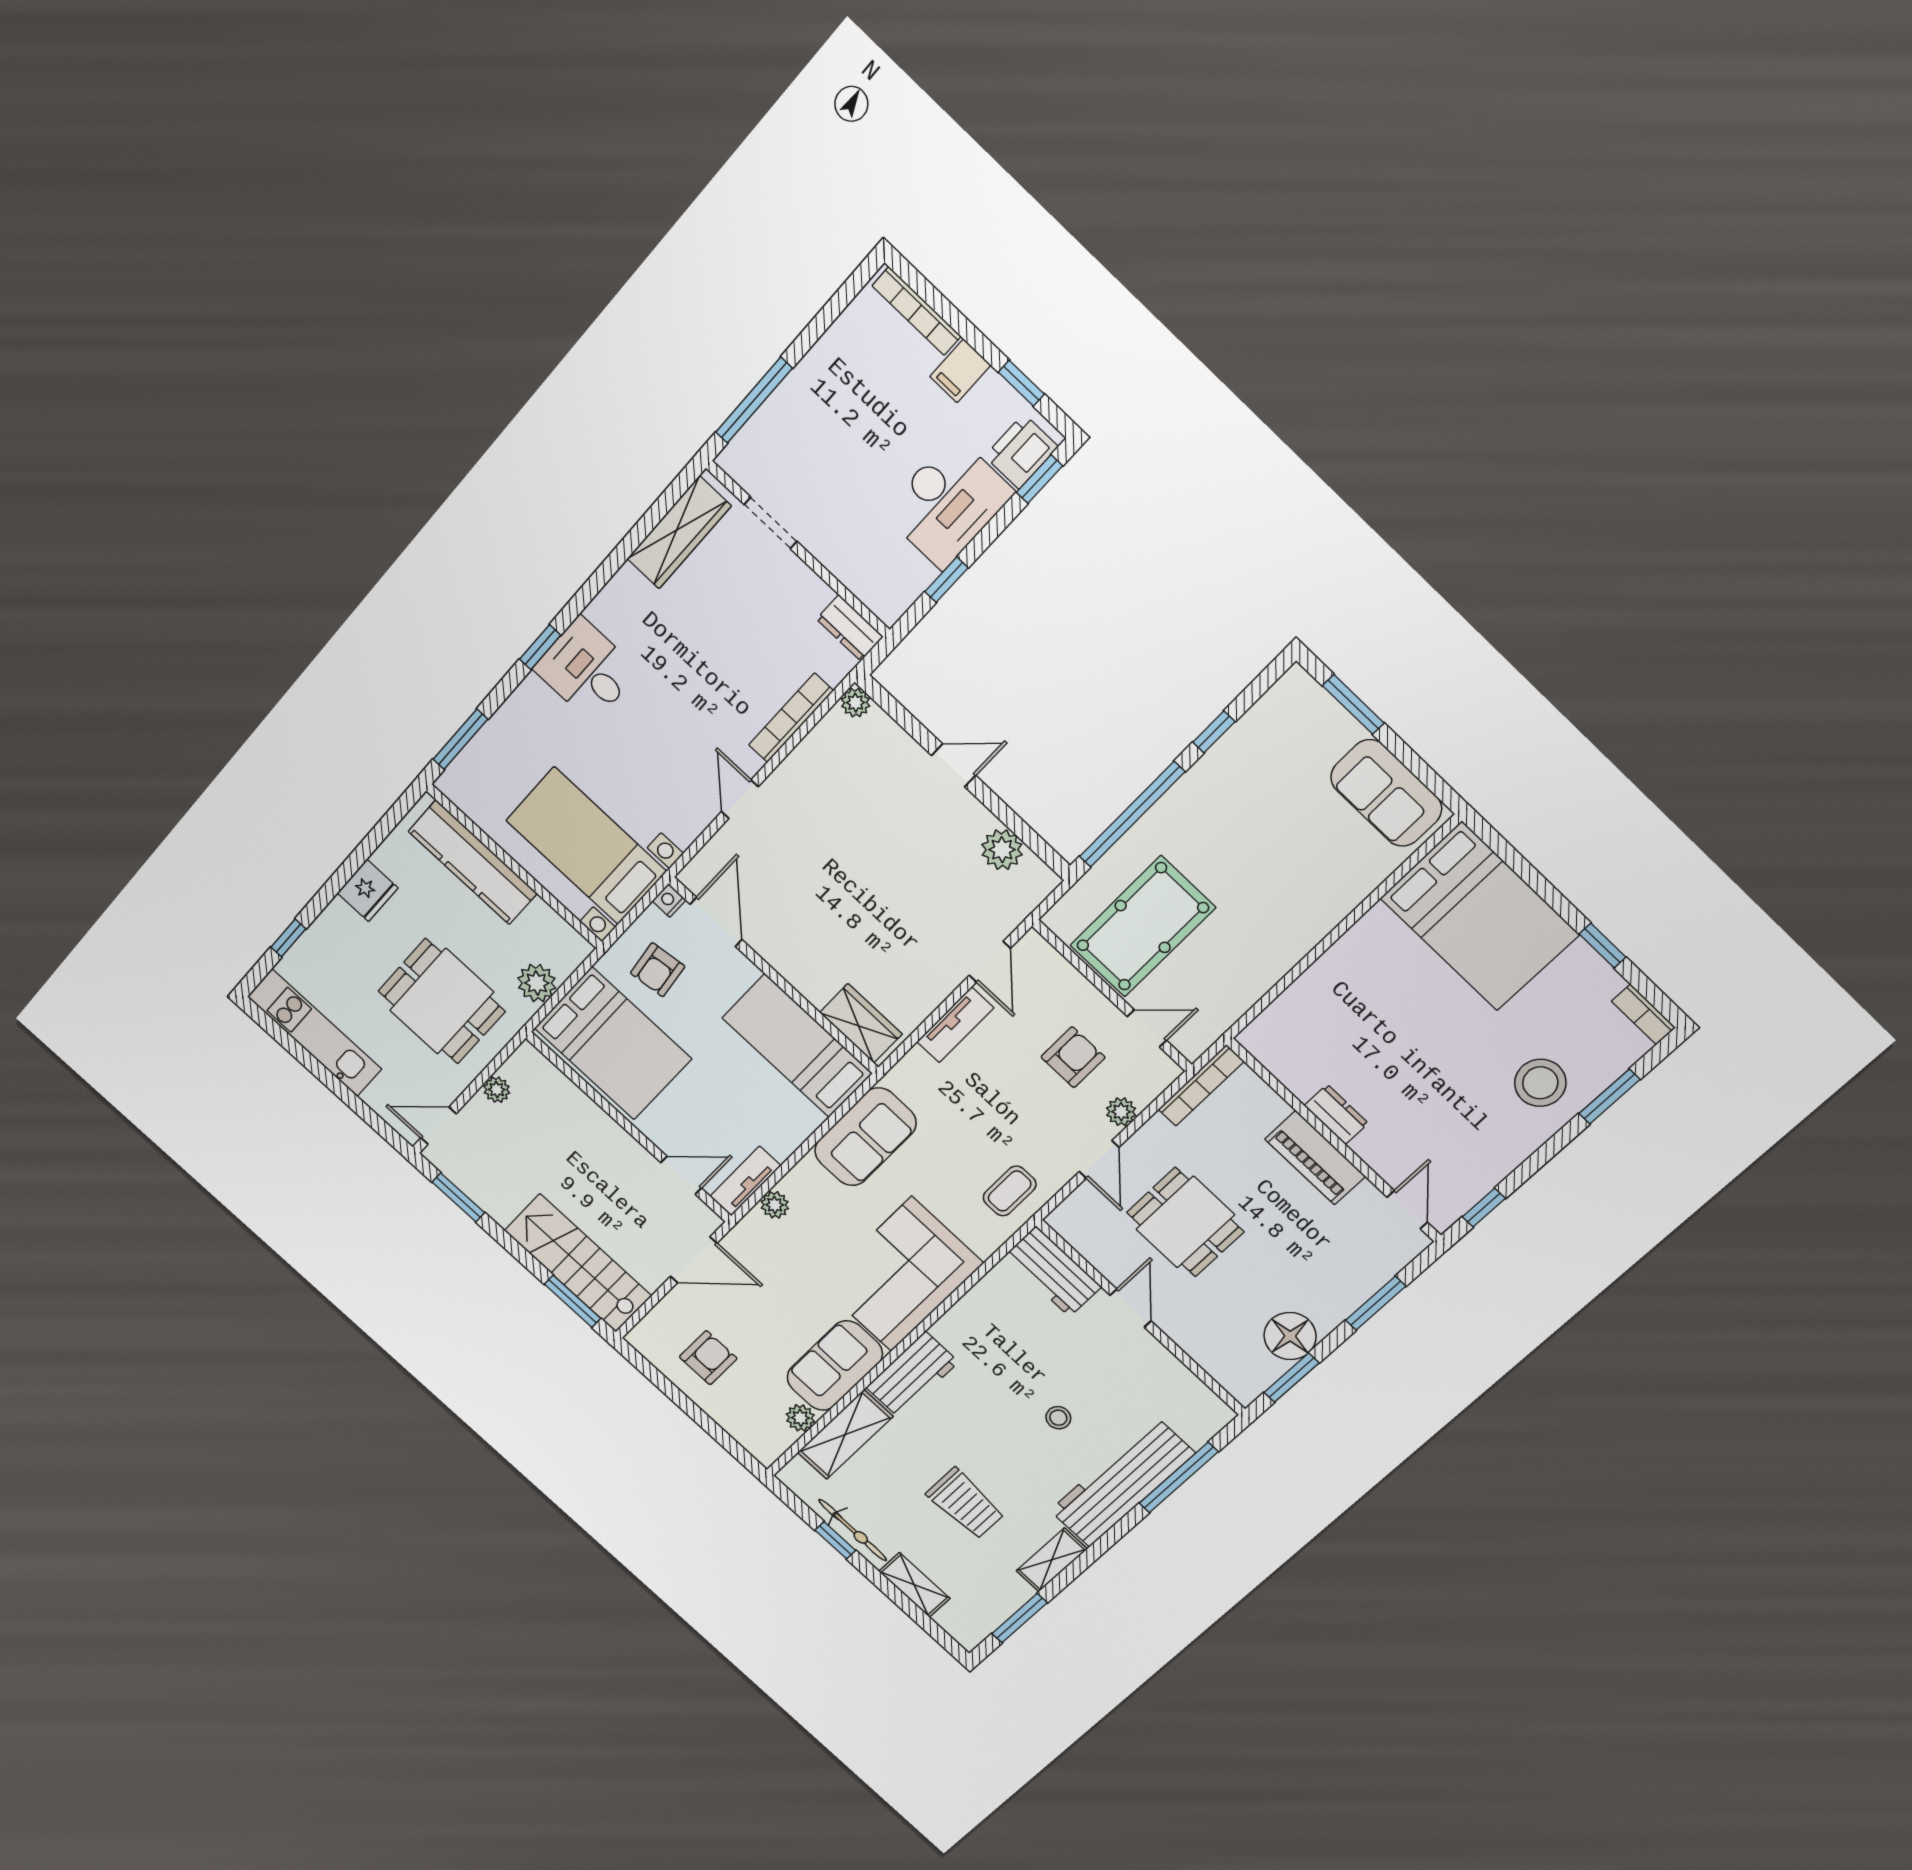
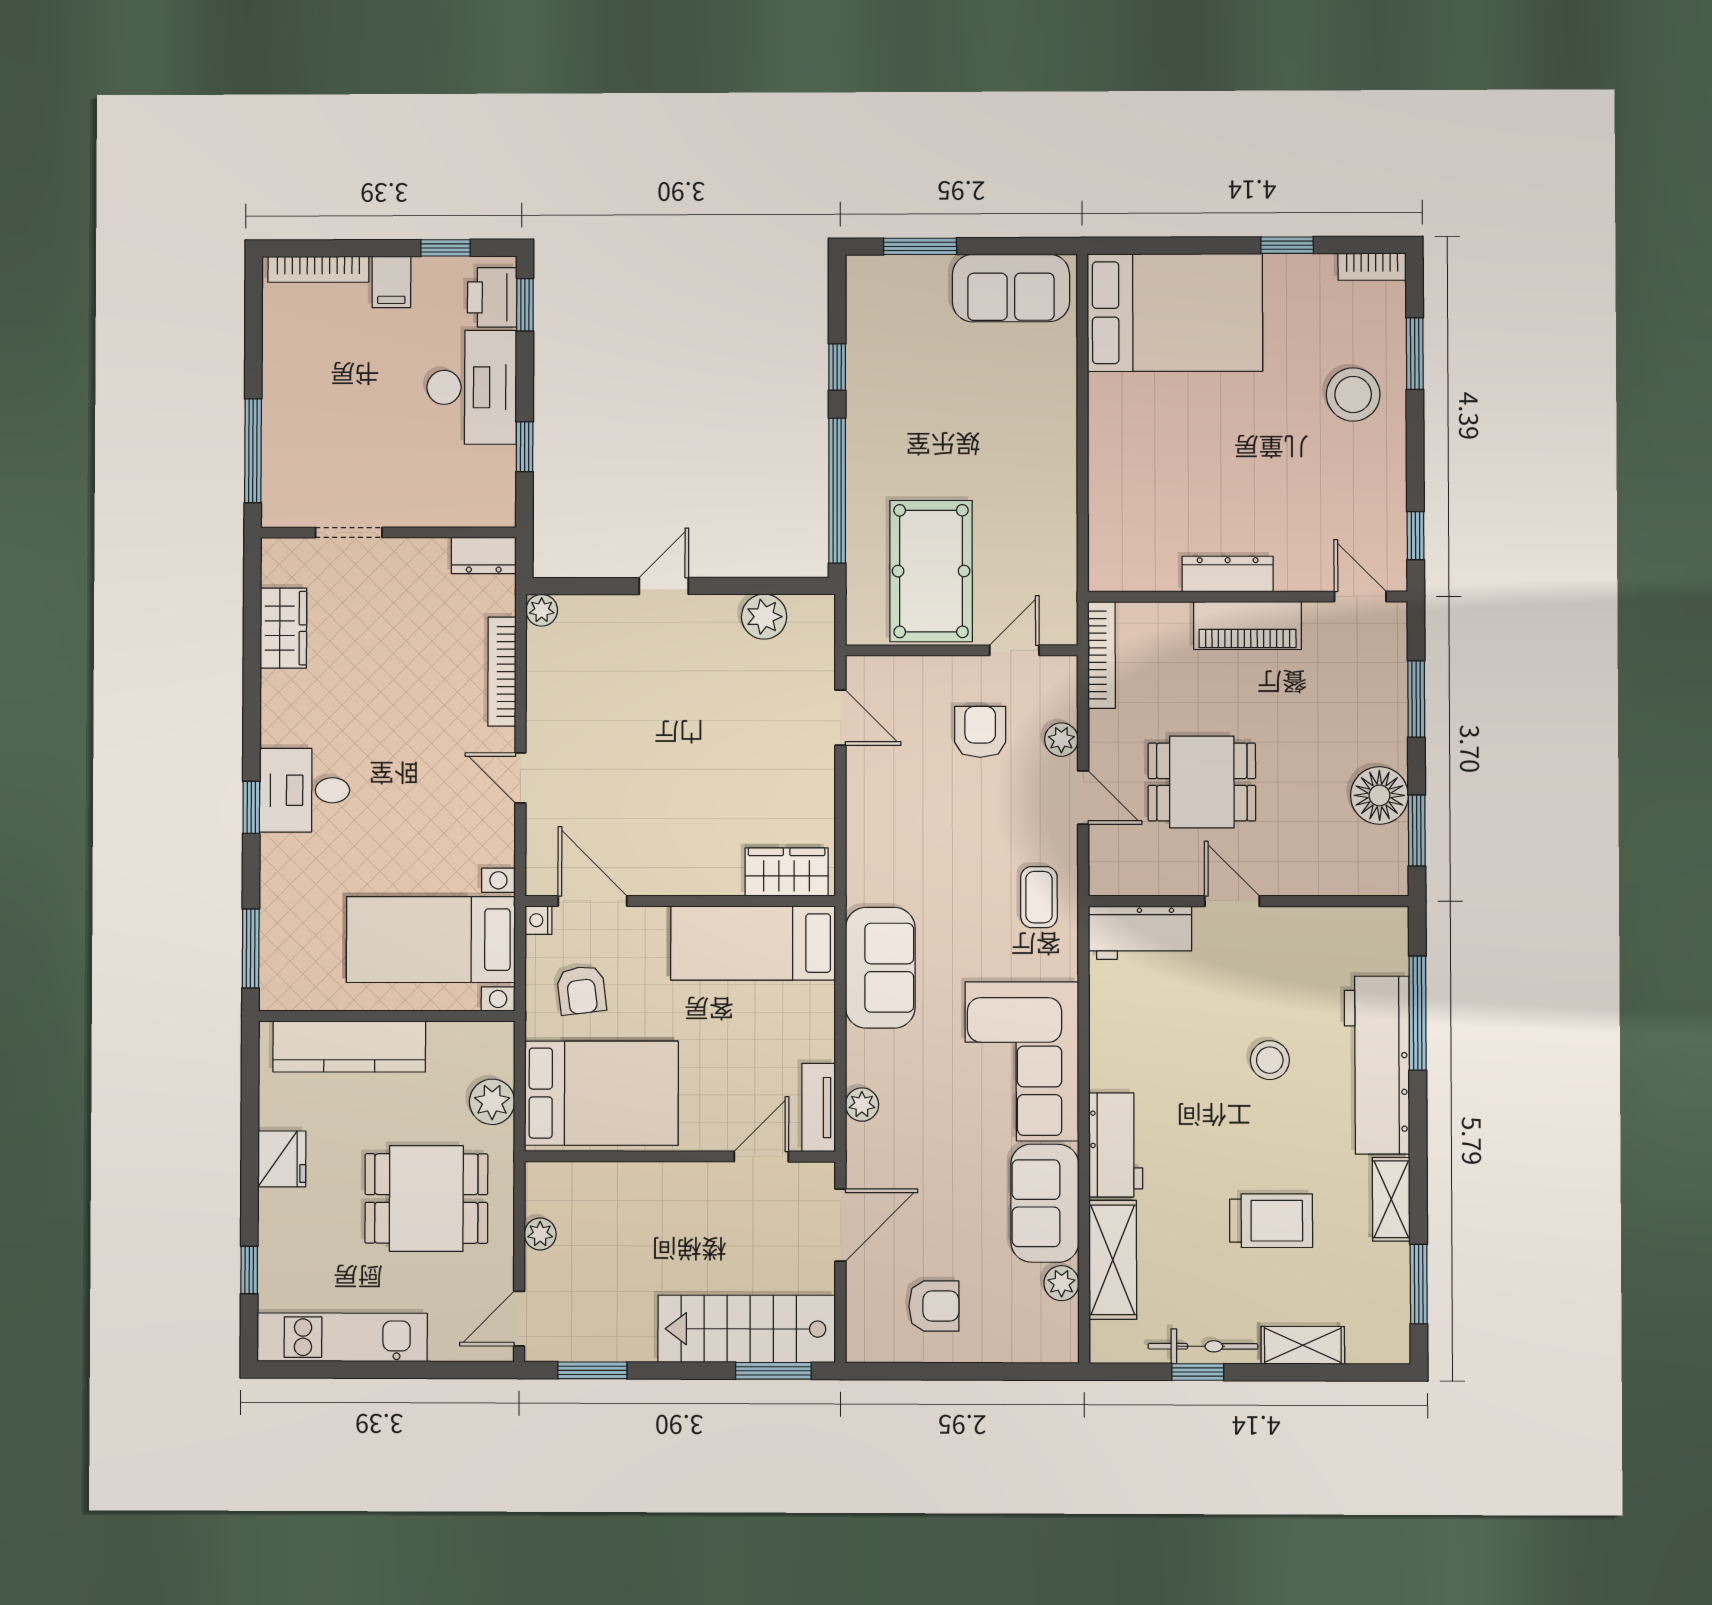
wardrobe: (679, 533) -> (283, 628), width x0.67
tv unit: (955, 1025) -> (863, 798), removed
dresser: (1336, 1114) -> (1228, 574), width x1.44
armchair: (708, 1358) -> (934, 1306), turned 90
stool: (1058, 1418) -> (1270, 1060), width x1.37, depth x1.37

